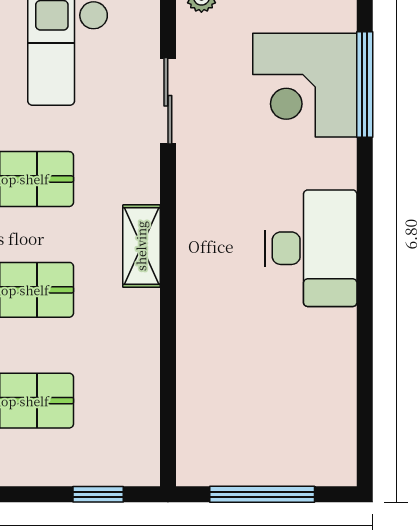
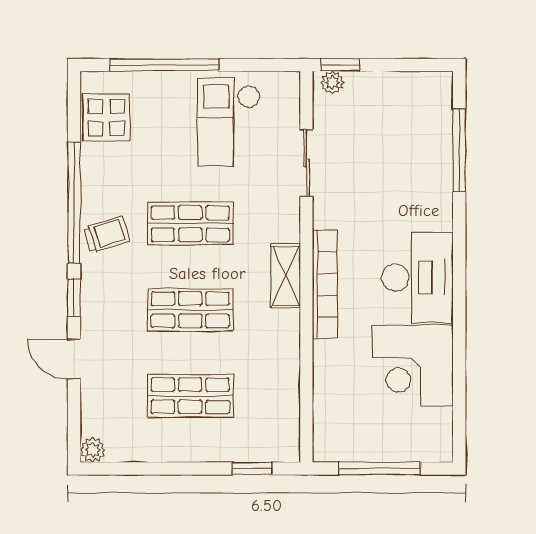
corner desk: (305, 85) -> (413, 366), moved
bookcase: (192, 257) -> (325, 284), added

